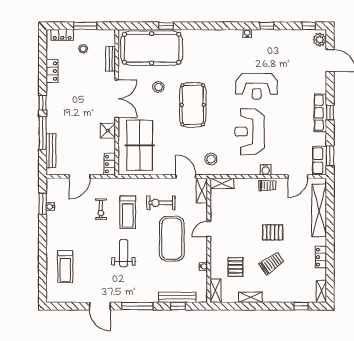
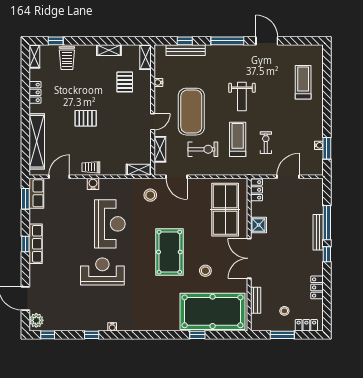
bench: (51, 151) -> (318, 232), moved
shelving: (202, 190) -> (160, 149), moved
trolley: (272, 263) -> (67, 58), moved, turned -55

